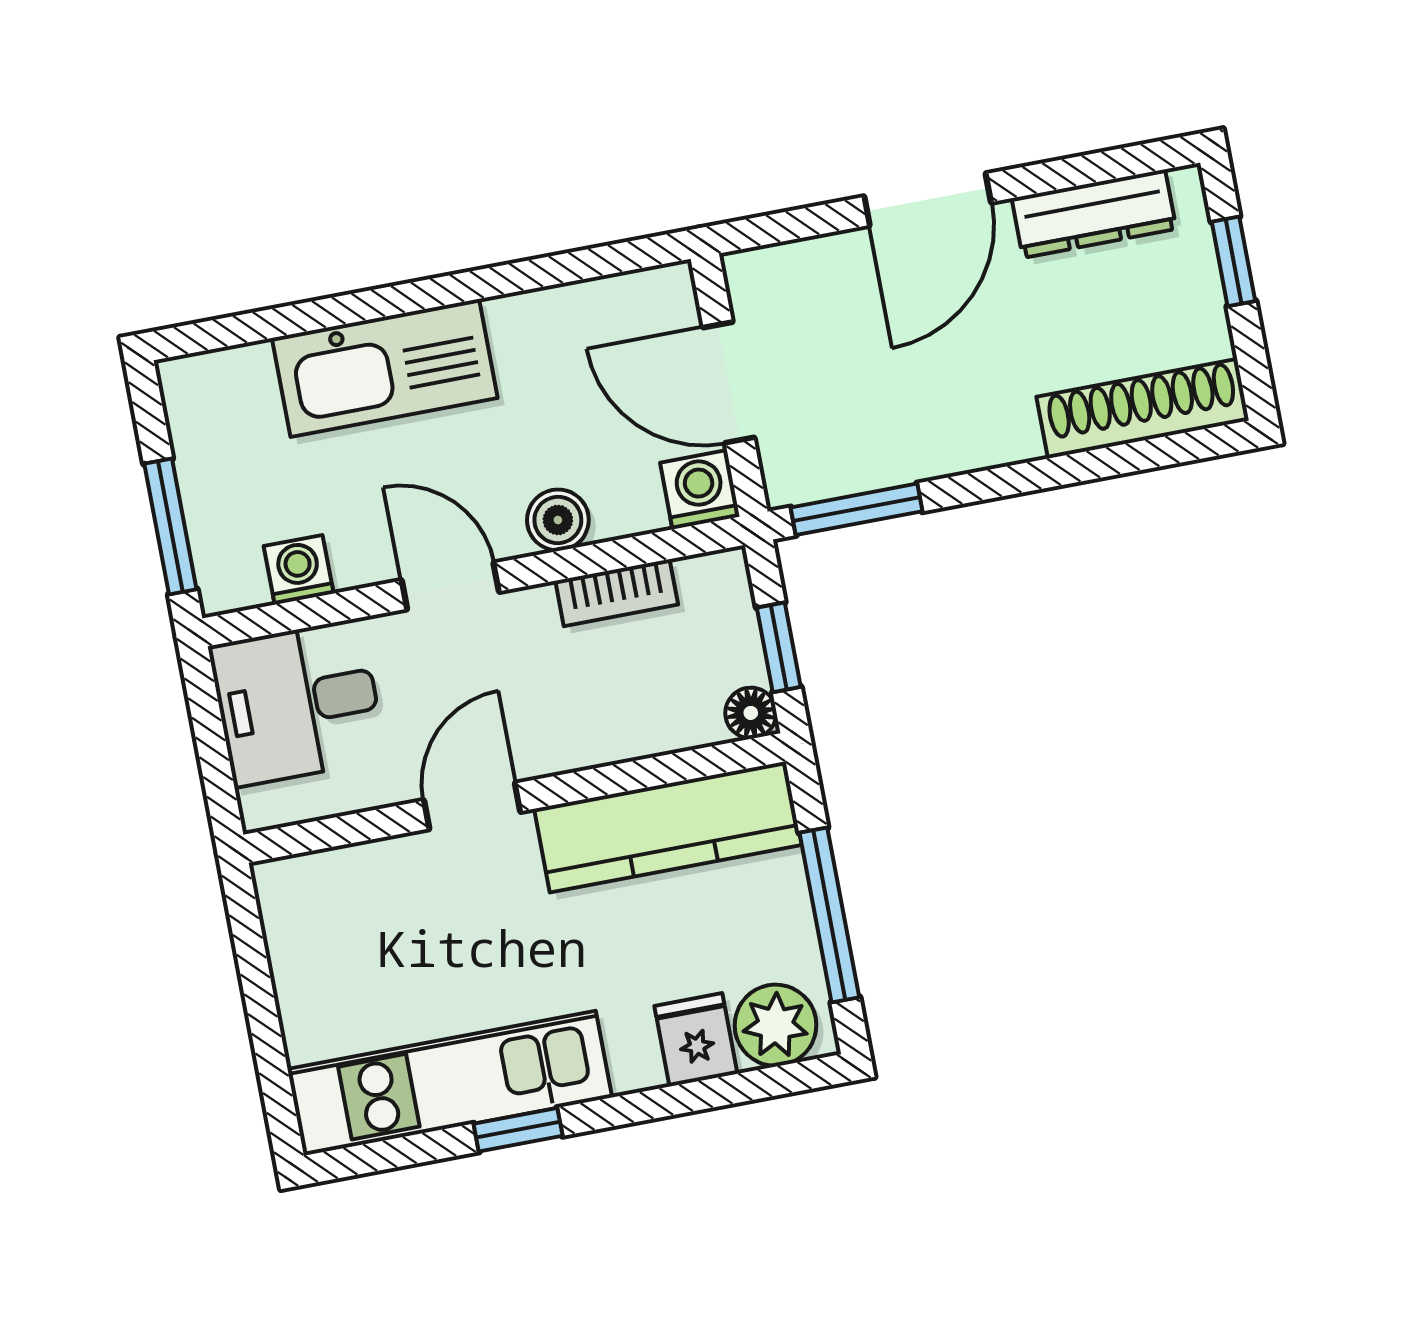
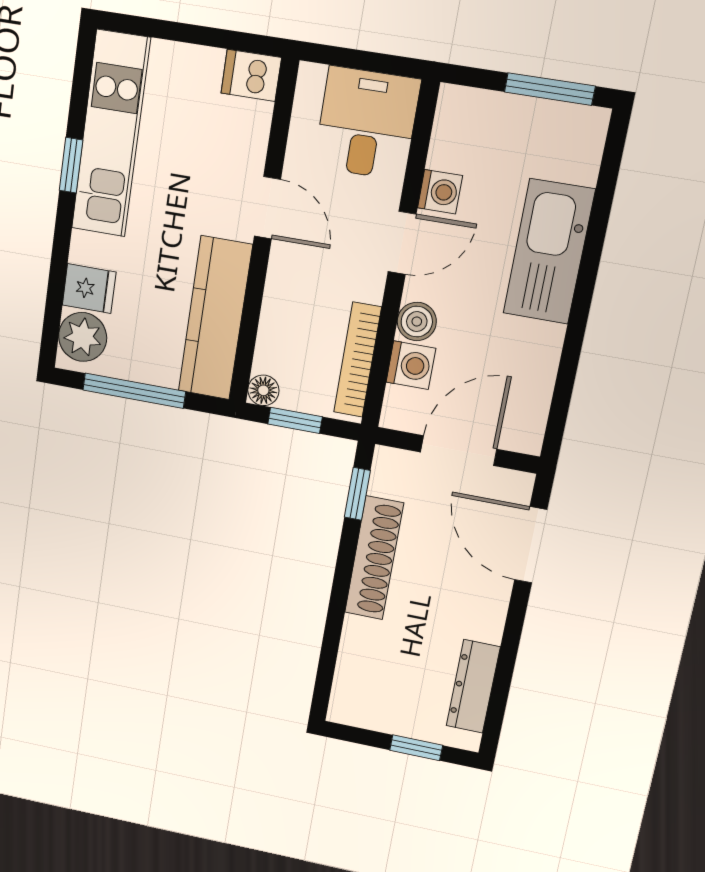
door: (928, 199) -> (531, 545), moved
shoe rack: (1143, 409) -> (374, 558), moved
washing machine: (700, 490) -> (411, 365), moved
window: (856, 509) -> (357, 494), width x0.67
window: (170, 527) -> (550, 89), moved
washing machine: (299, 570) -> (440, 192), moved
bookcase: (617, 593) -> (358, 360), width x1.56
dishwasher: (289, 899) -> (251, 75), added

